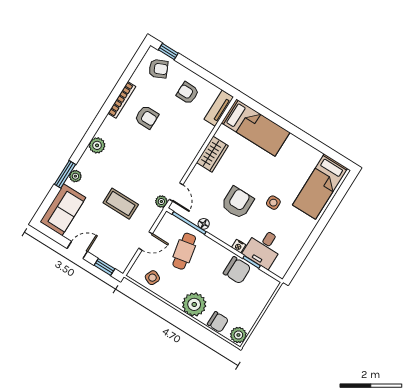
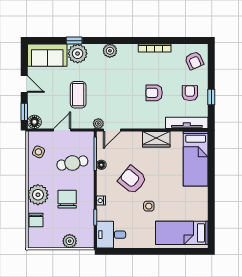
window: (168, 52) -> (211, 97), moved
tv unit: (219, 108) -> (187, 123), width x1.41
armchair: (147, 117) -> (154, 93), moved, turned 90
window: (65, 174) -> (74, 41), width x0.67
plant: (75, 176) -> (78, 54), width x1.88, depth x1.88
armchair: (237, 203) -> (132, 180), turned -141
door: (146, 241) -> (62, 130), swing flipped
desk: (264, 248) -> (111, 235), moved
floor lamp: (121, 263) -> (34, 122), added
chair: (237, 270) -> (67, 199), moved, turned 180
plant: (238, 335) -> (70, 241), moved

